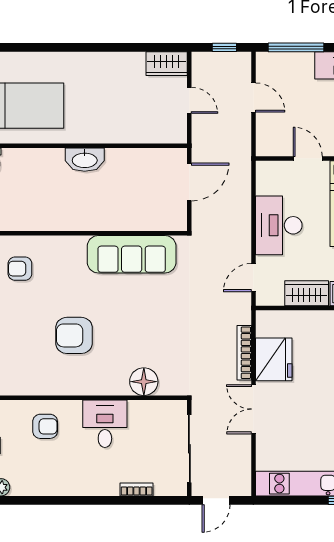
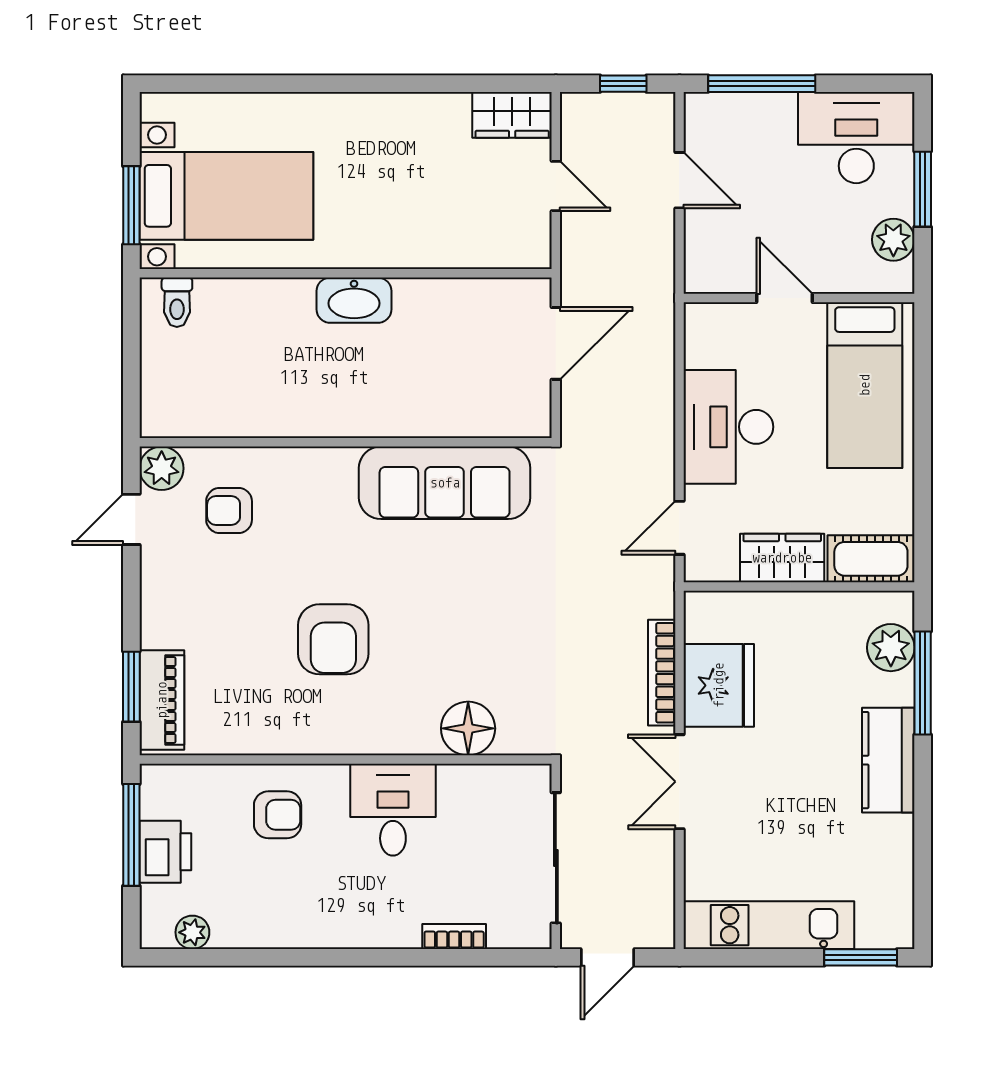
armchair: (74, 335) -> (333, 639), turned -90

